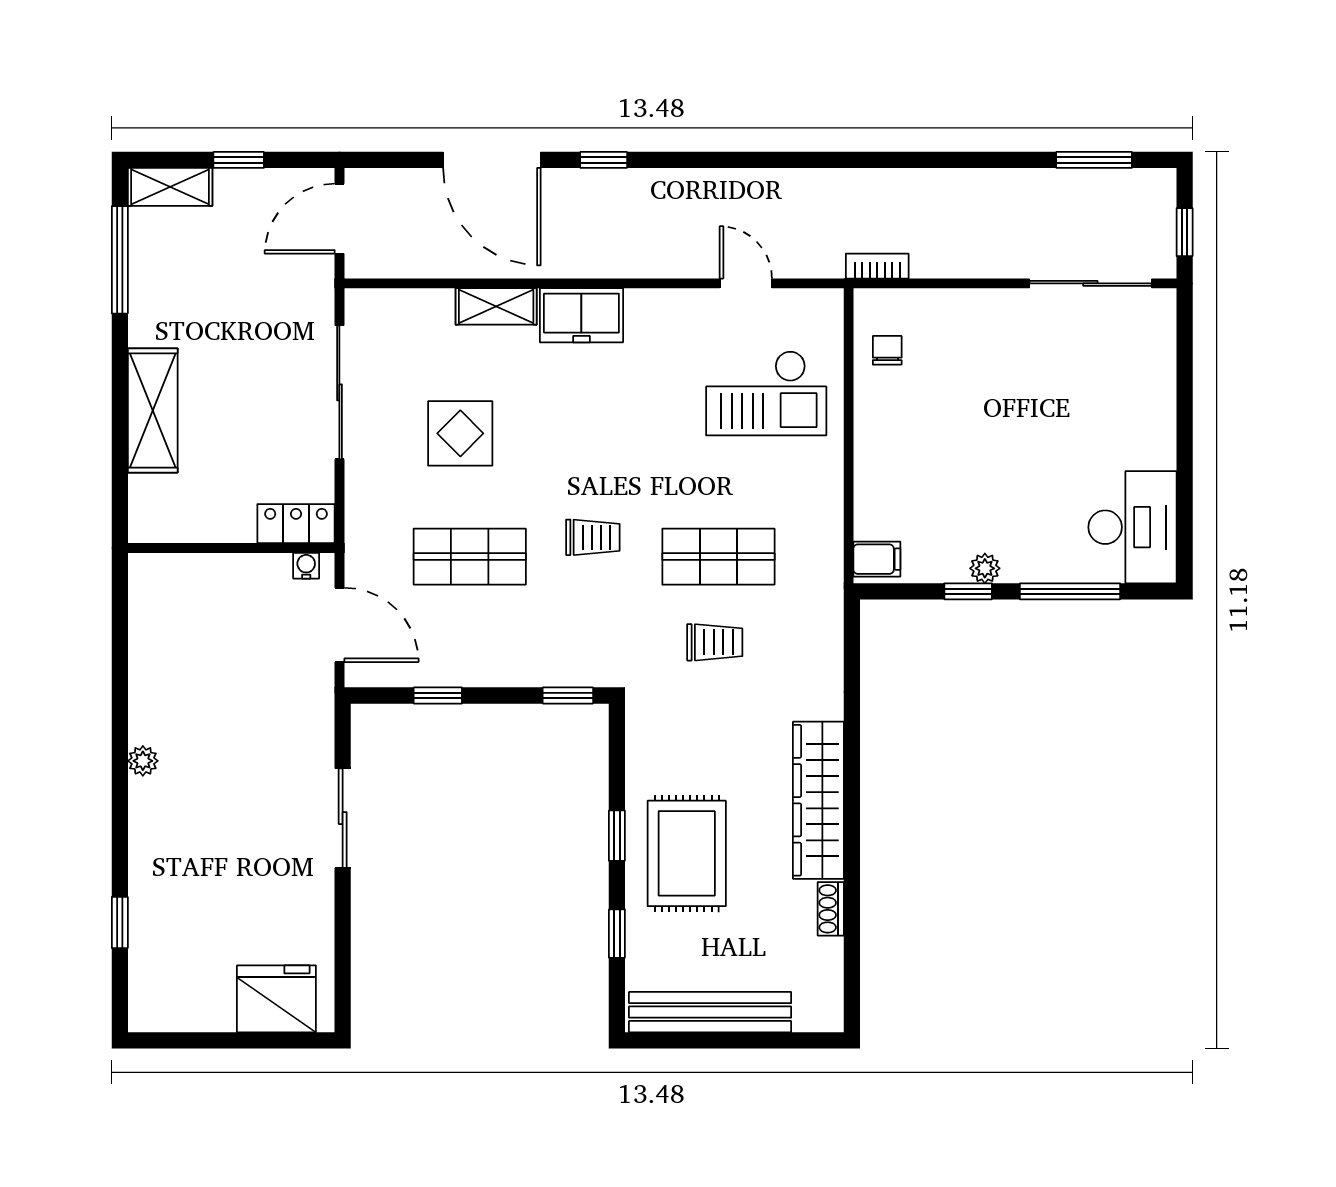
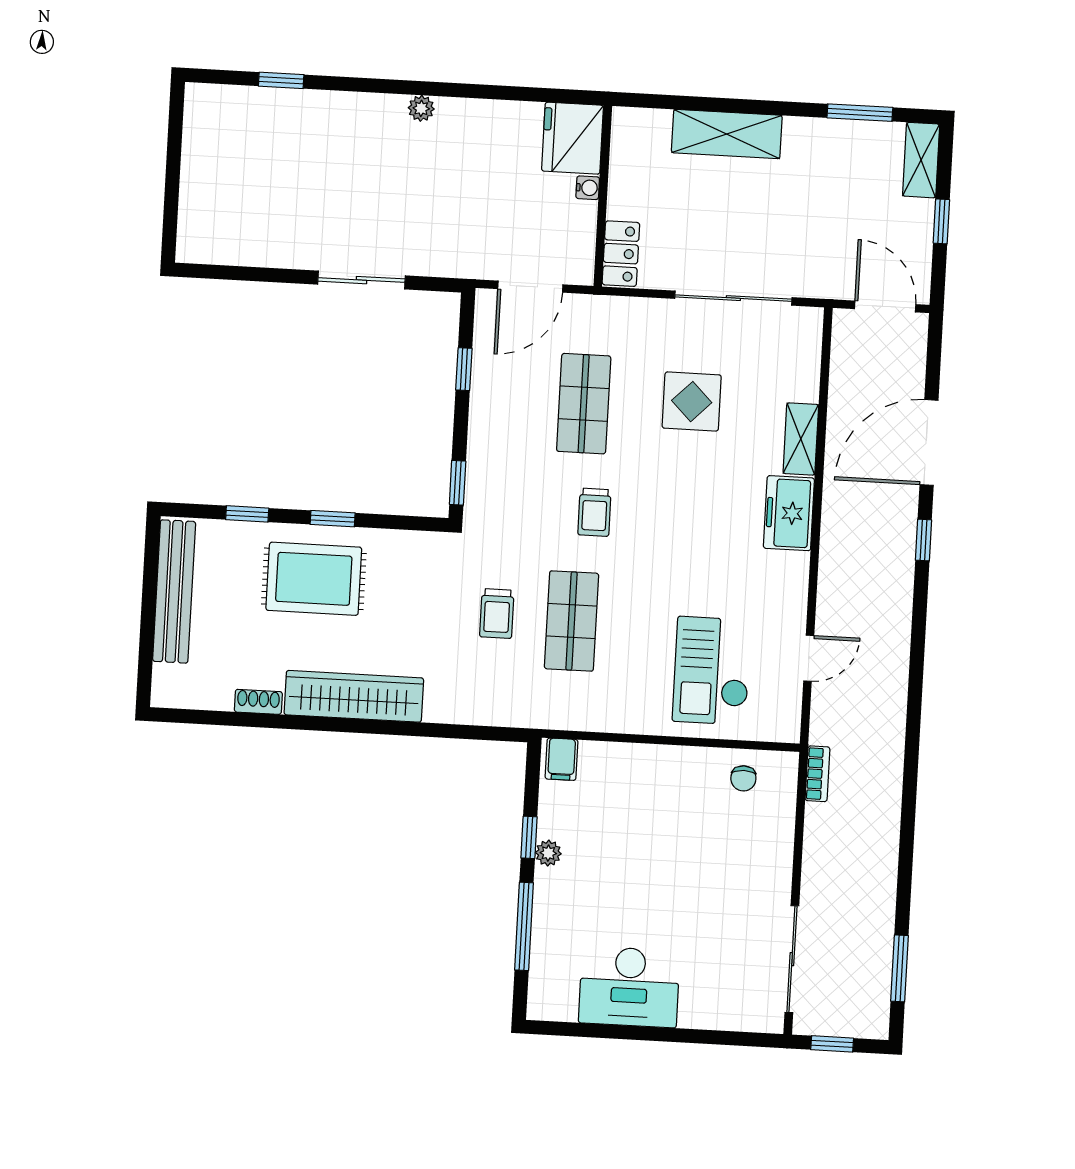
window: (120, 260) -> (860, 113), width x0.69
chair: (887, 350) -> (743, 778), turned 90
desk: (1132, 527) -> (629, 987), moved
water cooler: (306, 566) -> (588, 188), moved
fridge: (276, 999) -> (573, 138), moved, turned 180

